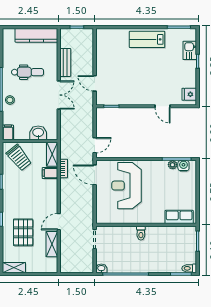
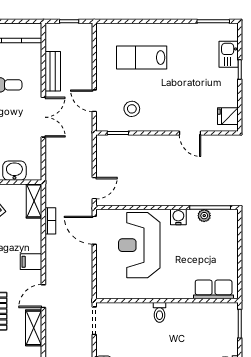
lab bench: (147, 39) -> (142, 58), moved
stool: (121, 89) -> (132, 109), added
water cooler: (183, 166) -> (178, 217), moved
filing cabinet: (50, 173) -> (31, 262), moved

